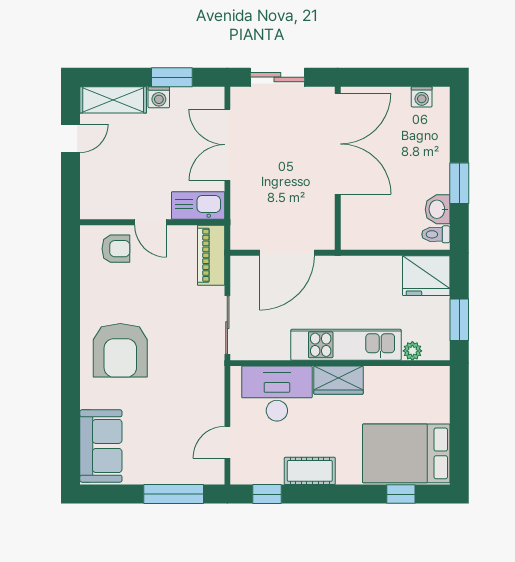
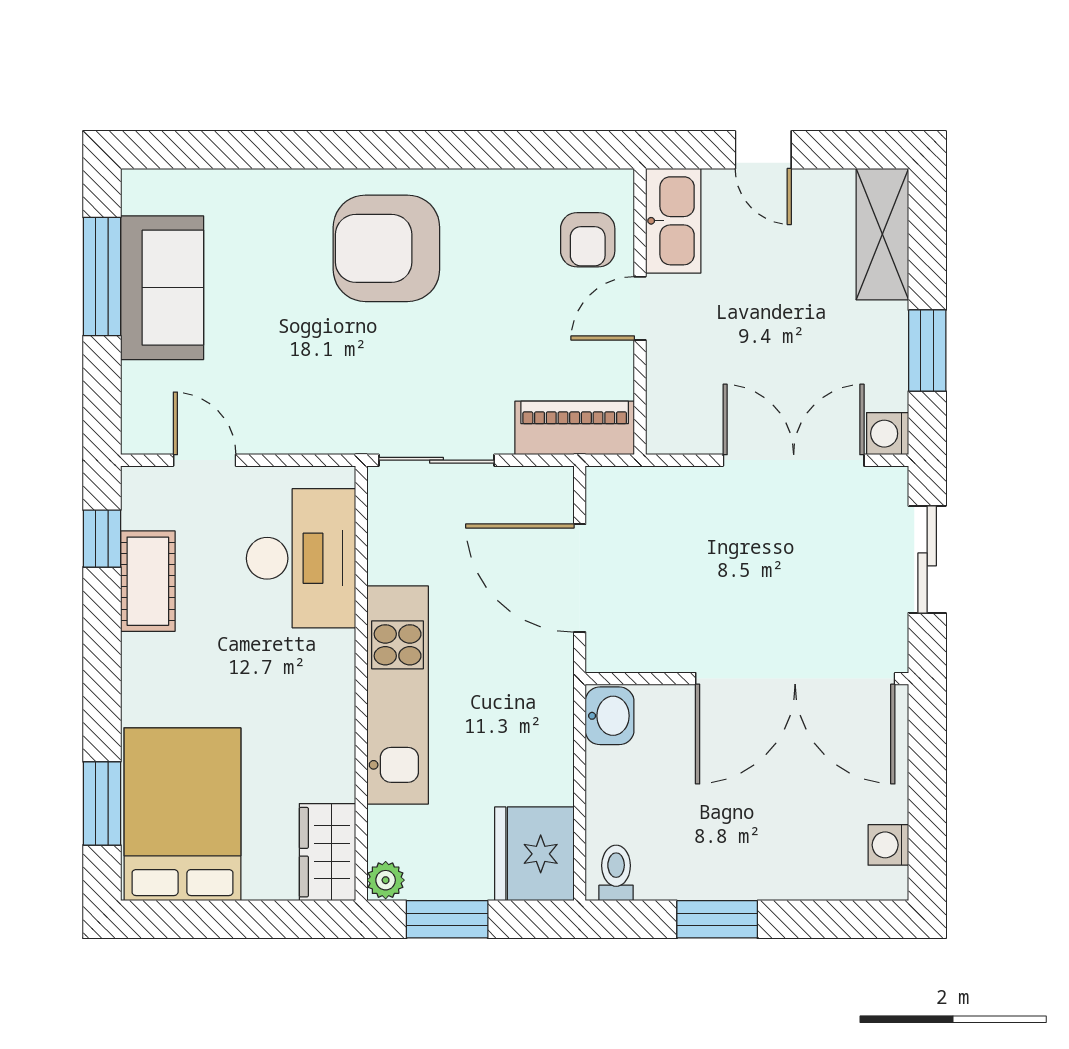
washing machine: (159, 97) -> (888, 434), moved
door: (71, 138) -> (763, 150), moved
kitchen sink: (198, 205) -> (673, 221), moved
washbasin: (438, 209) -> (610, 716), moved, turned 90
plant: (412, 351) -> (386, 880), moved
wardrobe: (338, 380) -> (327, 852), moved
sofa: (101, 446) -> (162, 288), moved, turned -90
cot: (310, 471) -> (148, 581), moved
window: (174, 494) -> (102, 276), moved
window: (401, 494) -> (102, 803), width x1.50

